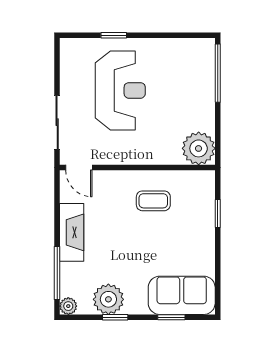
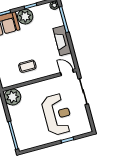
reception desk: (120, 90) -> (57, 114), turned 180
plant: (108, 299) -> (25, 17), moved

